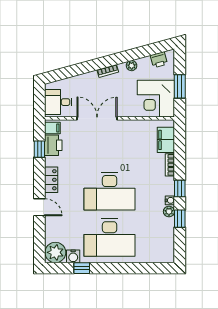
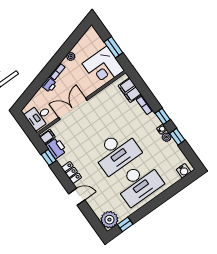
printer: (159, 60) -> (49, 85), moved
water cooler: (73, 256) -> (184, 171), moved
window: (82, 268) -> (125, 224), moved

